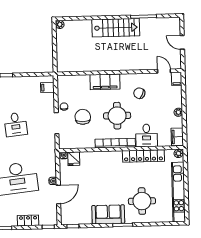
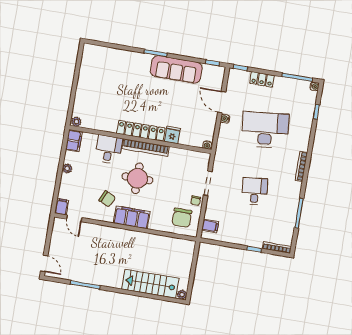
stairs: (116, 28) -> (150, 284), moved
door: (182, 42) -> (44, 264), moved
filing cabinet: (105, 82) -> (132, 217), moved
chair: (83, 117) -> (182, 218), moved
locker: (143, 156) -> (141, 131), moved
fridge: (74, 159) -> (172, 135), moved
kitchen unit: (178, 192) -> (85, 78), removed
door: (58, 194) -> (222, 102), hinge flipped
round table: (142, 201) -> (128, 76), removed
sofa: (108, 214) -> (176, 69), width x1.36

